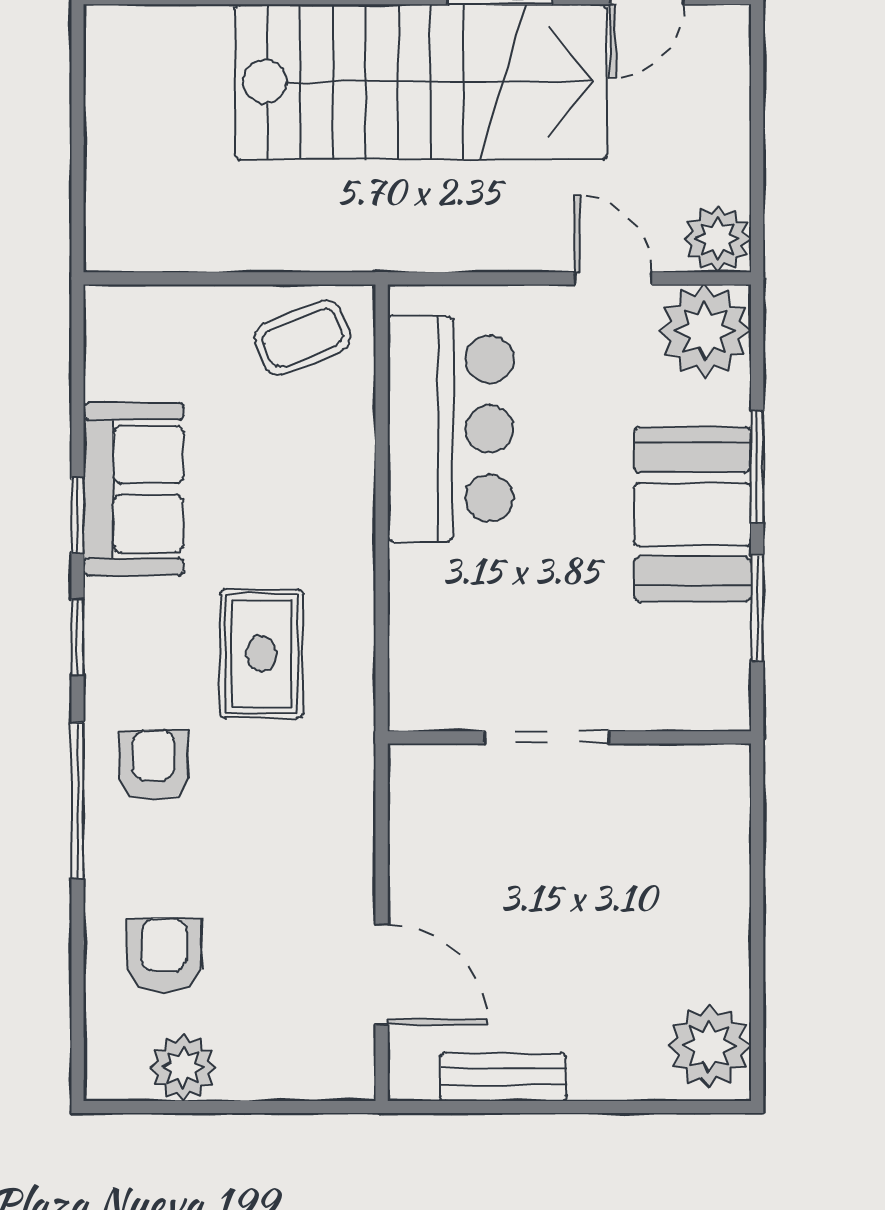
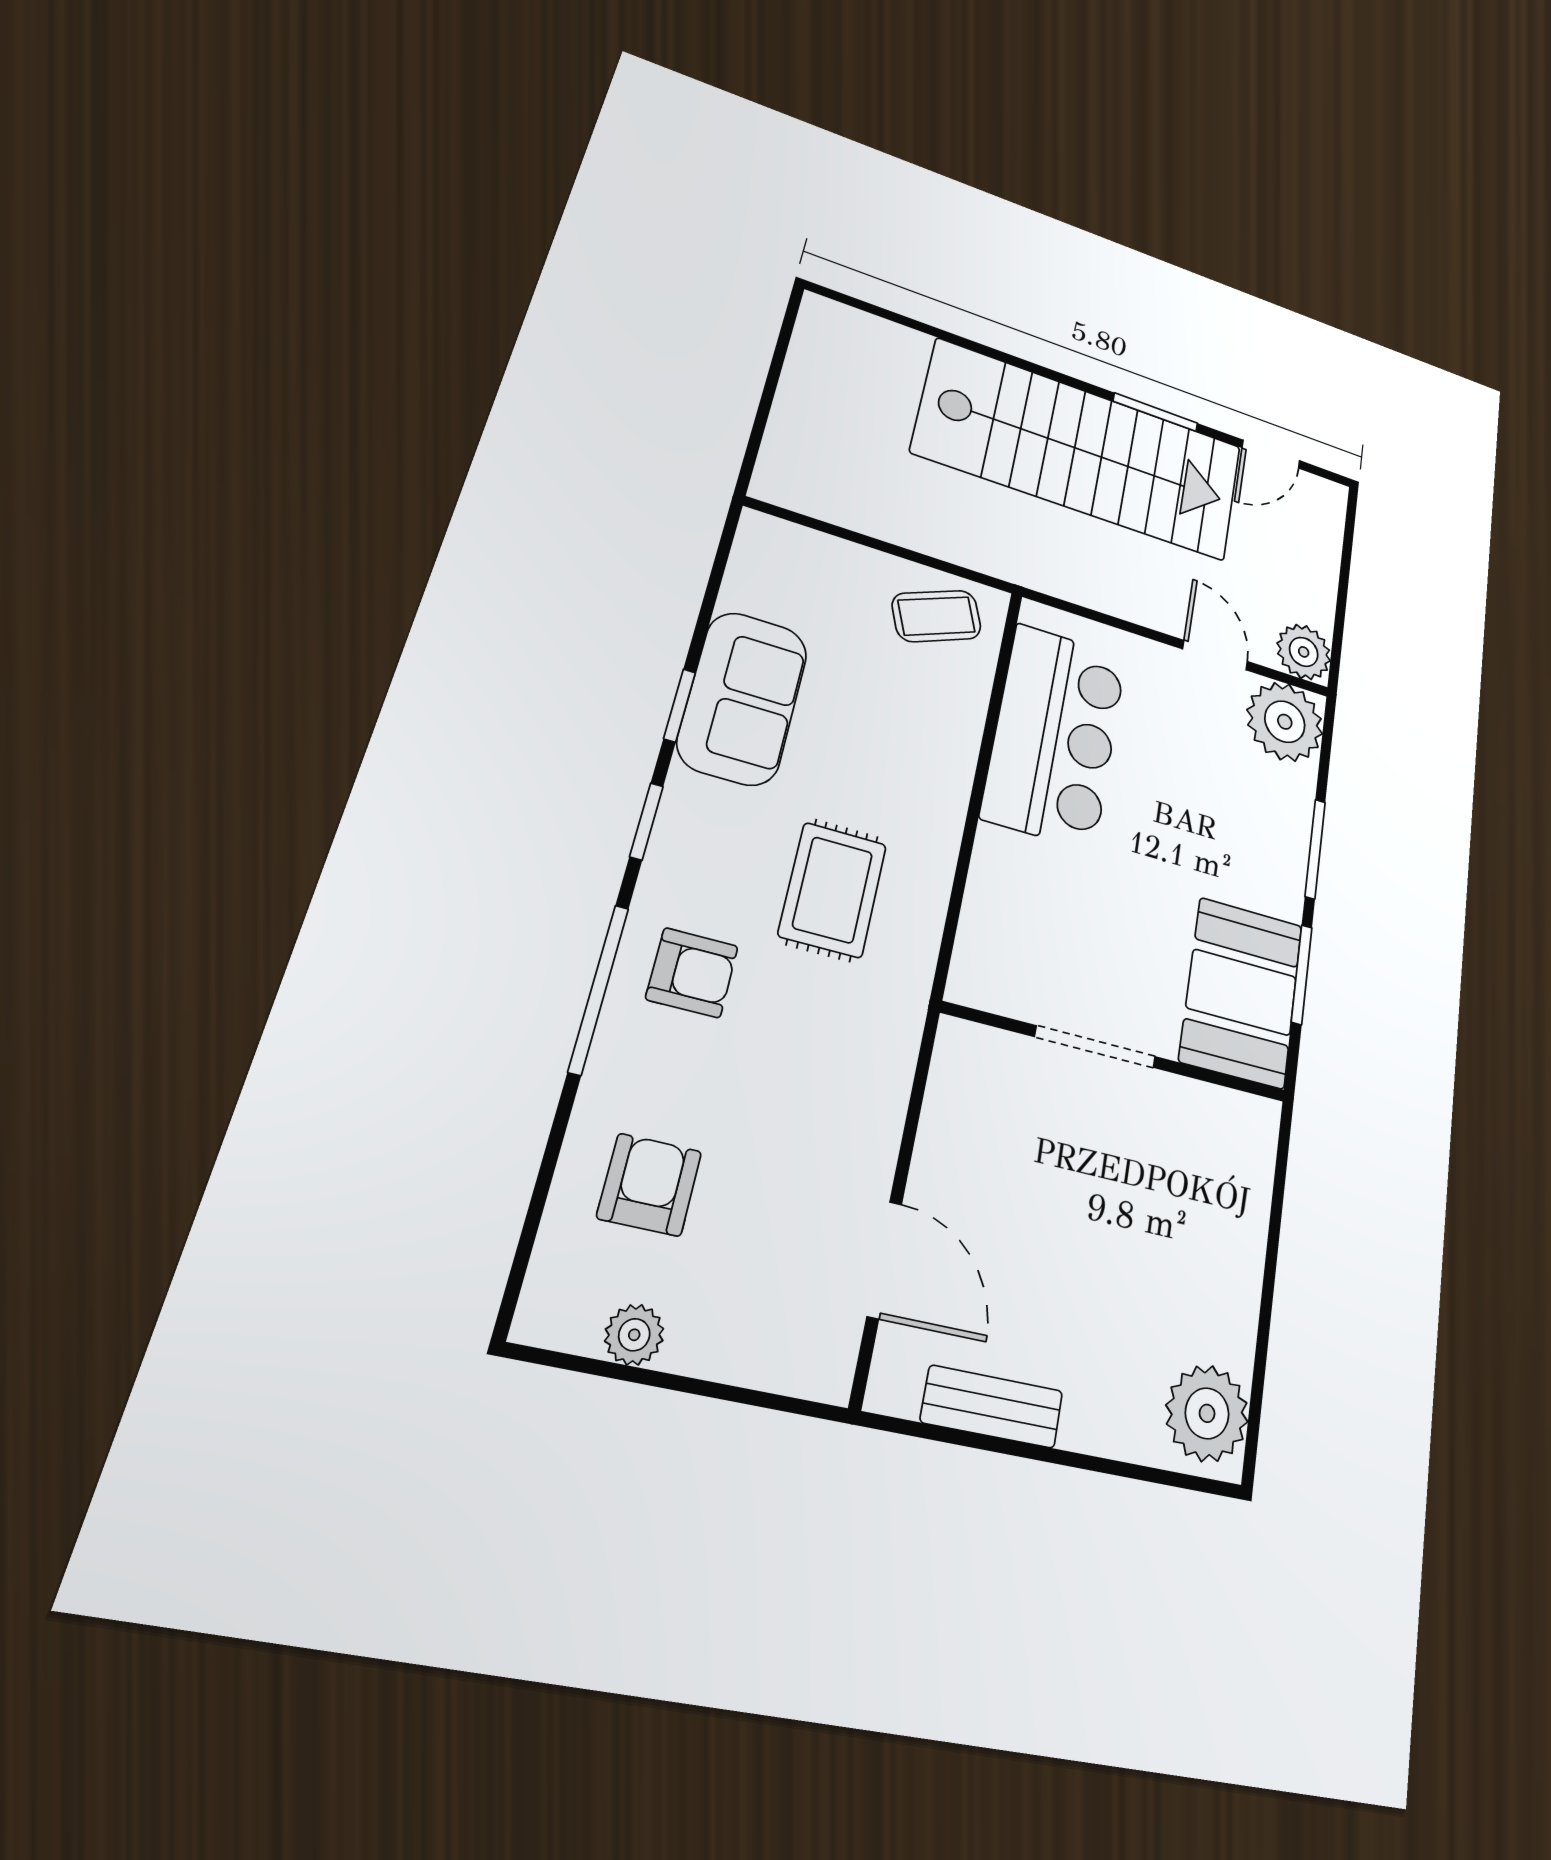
booth: (693, 514) -> (1241, 992), moved
armchair: (153, 765) -> (692, 973), turned 90
plant: (183, 1067) -> (634, 1335), width x0.73, depth x0.73

